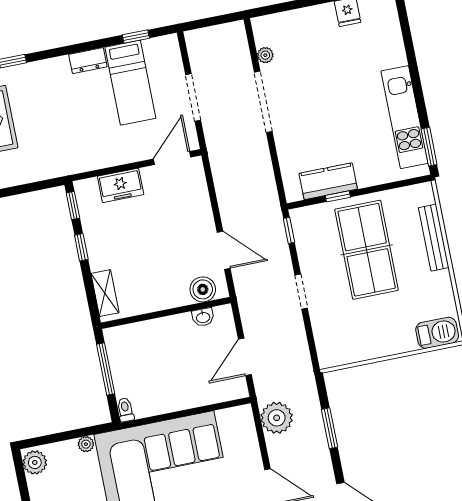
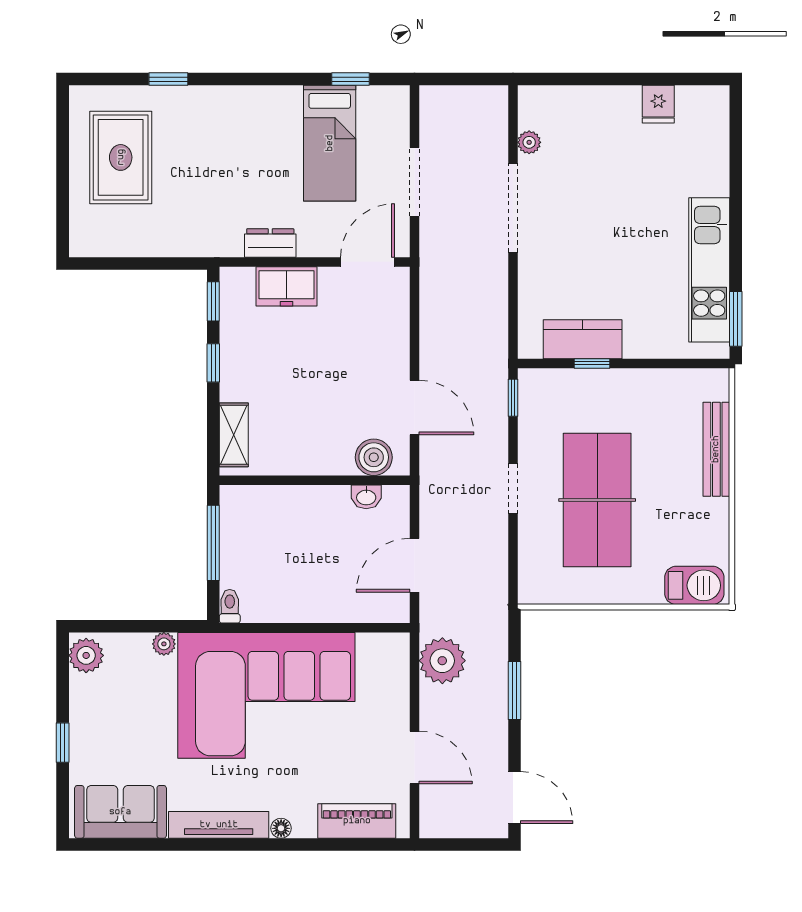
dresser: (88, 61) -> (270, 243), moved, turned 180
table tennis table: (367, 250) -> (597, 500), moved

